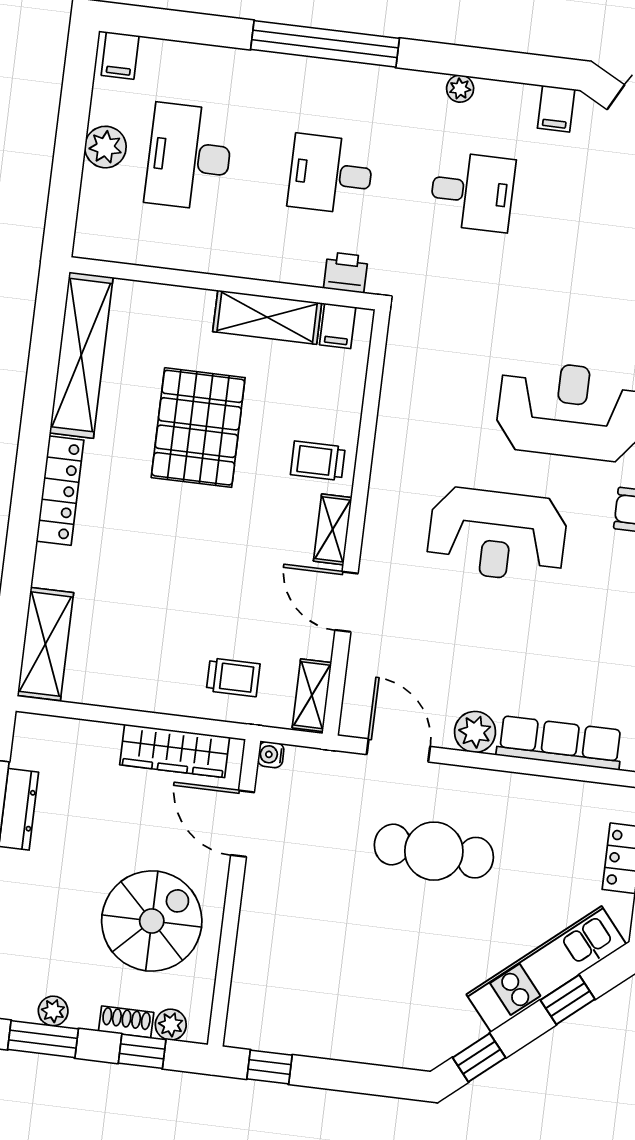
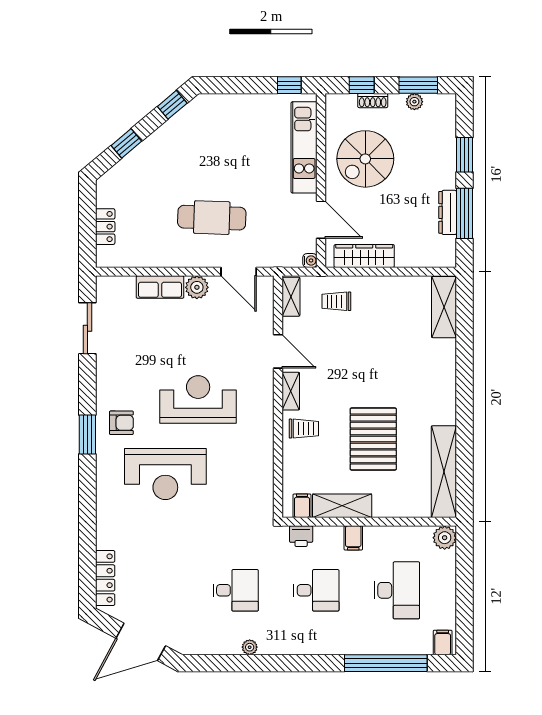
window: (325, 44) -> (386, 663), moved
filing cabinet: (556, 109) -> (353, 538), moved, turned 180
plant: (105, 147) -> (445, 538), moved
desk: (472, 192) -> (236, 590), turned 180
locker: (60, 491) -> (446, 394), removed
row of seats: (560, 743) -> (160, 287), width x0.68
kitchen unit: (546, 969) -> (304, 147), moved, turned 130
plant: (171, 1025) -> (347, 102), removed

